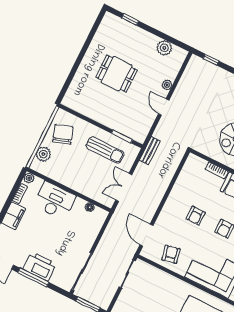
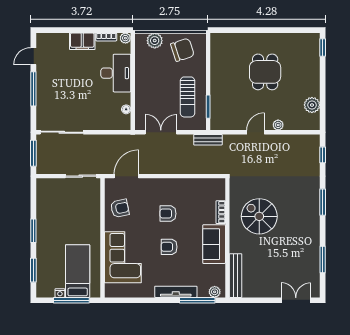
window: (130, 20) -> (323, 48), moved
printer: (40, 266) -> (47, 90), removed

